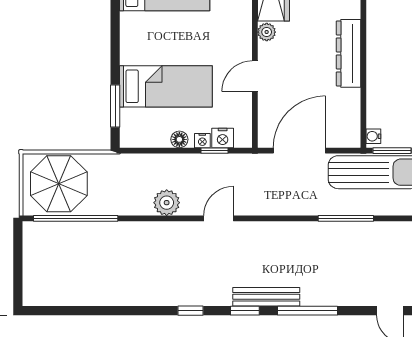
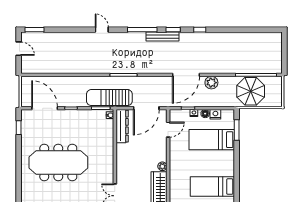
dresser: (349, 53) -> (122, 126), moved
door: (255, 76) -> (168, 130), moved
nightstand: (223, 138) -> (215, 114), moved
parasol: (59, 184) -> (251, 91), moved
door: (219, 218) -> (186, 75), width x1.88

